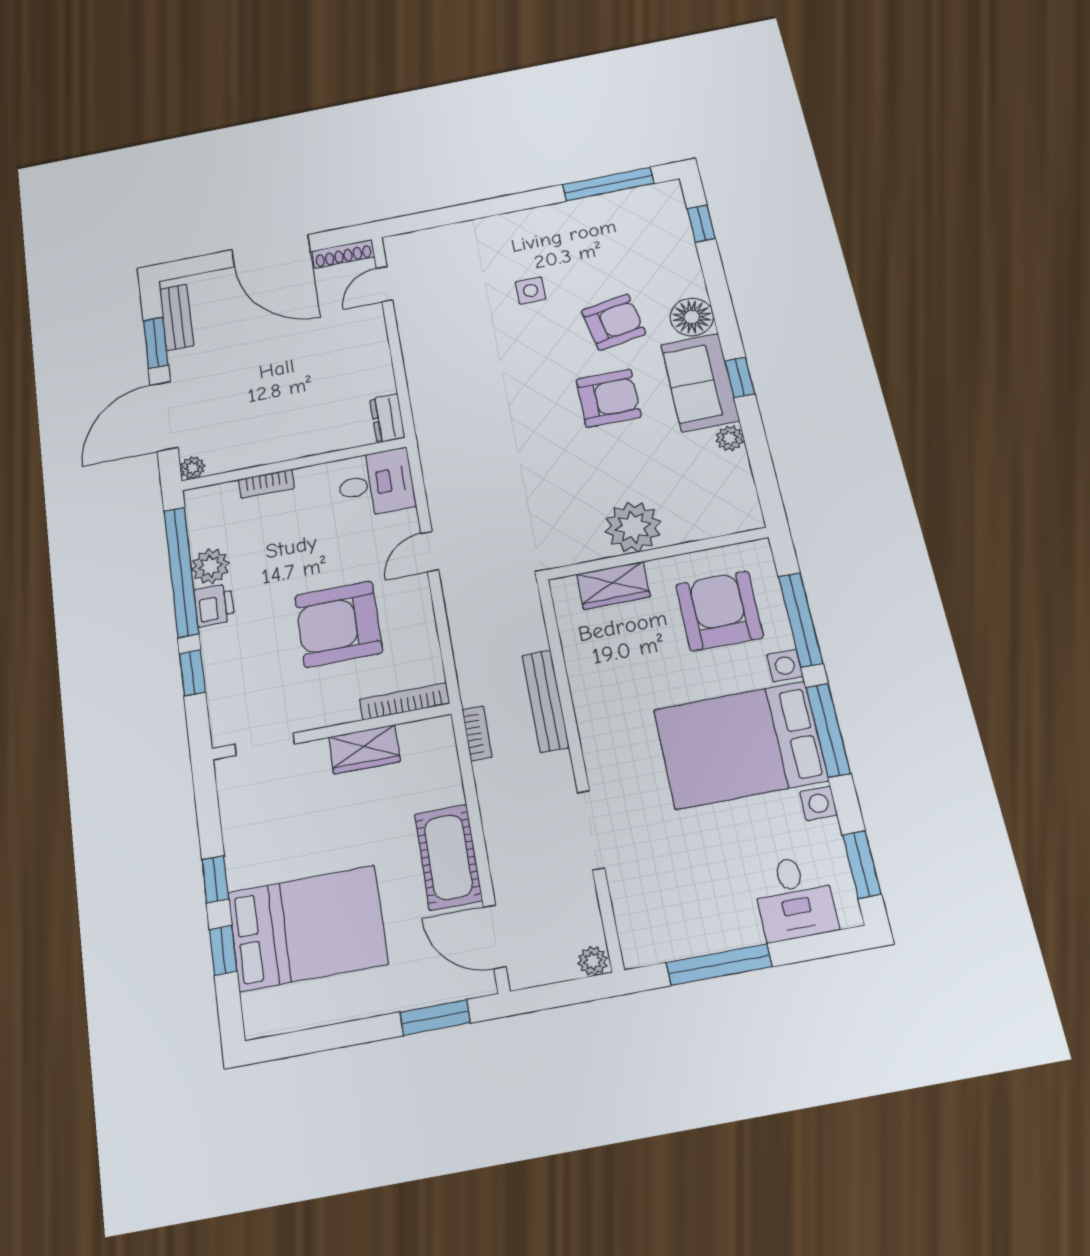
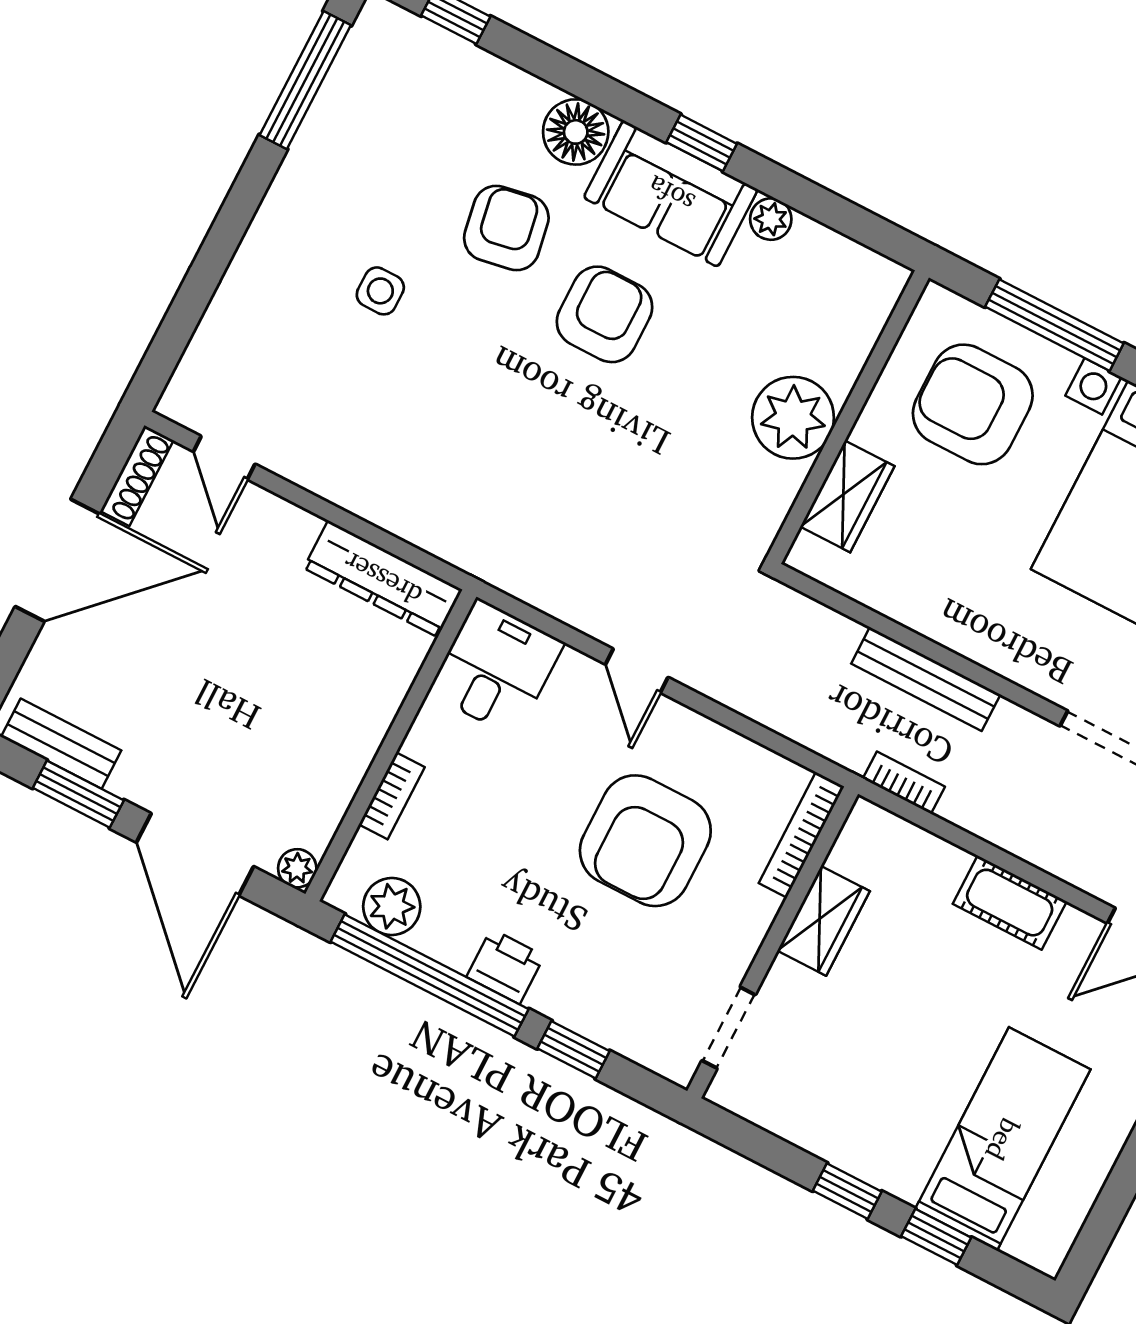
dresser: (387, 418) -> (383, 579), width x1.96, depth x1.24
plant: (210, 566) -> (392, 907), moved
cot: (448, 857) -> (1010, 903), width x0.73, depth x0.75
bed: (307, 928) -> (1003, 1139), width x0.67

